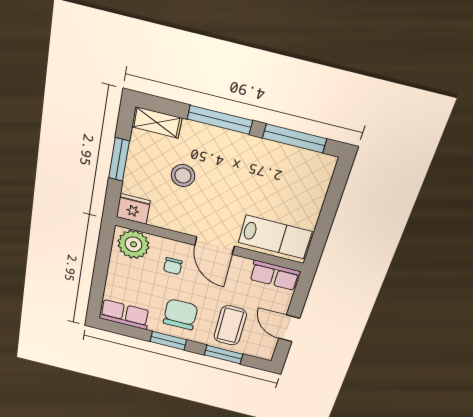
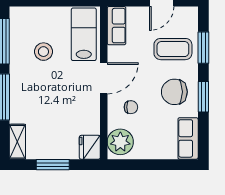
stool: (183, 176) -> (43, 52), moved

